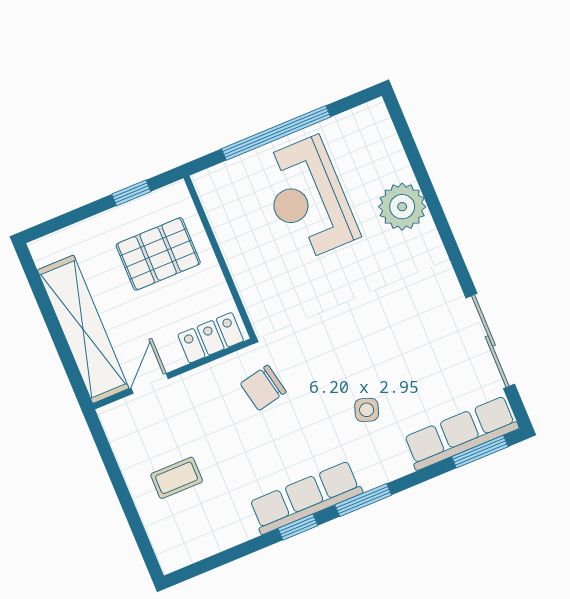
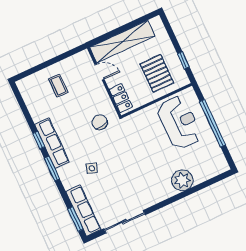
reception desk: (308, 199) -> (179, 122), moved, turned 90

